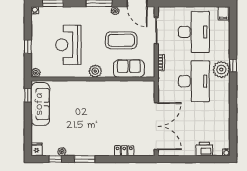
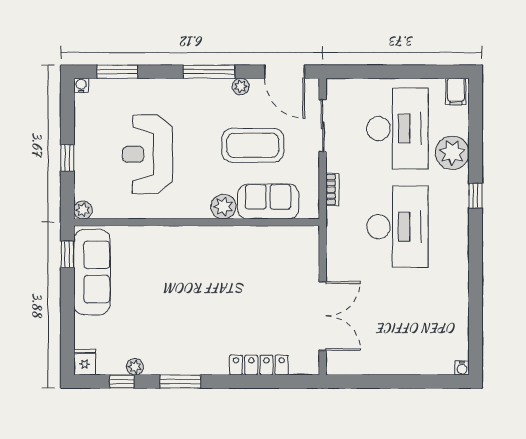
plant: (221, 69) -> (452, 153), moved
plant: (95, 71) -> (223, 207), moved
double door: (156, 126) -> (323, 316), width x0.73
printer: (204, 149) -> (418, 361), removed
locker: (124, 151) -> (259, 365), width x1.53

